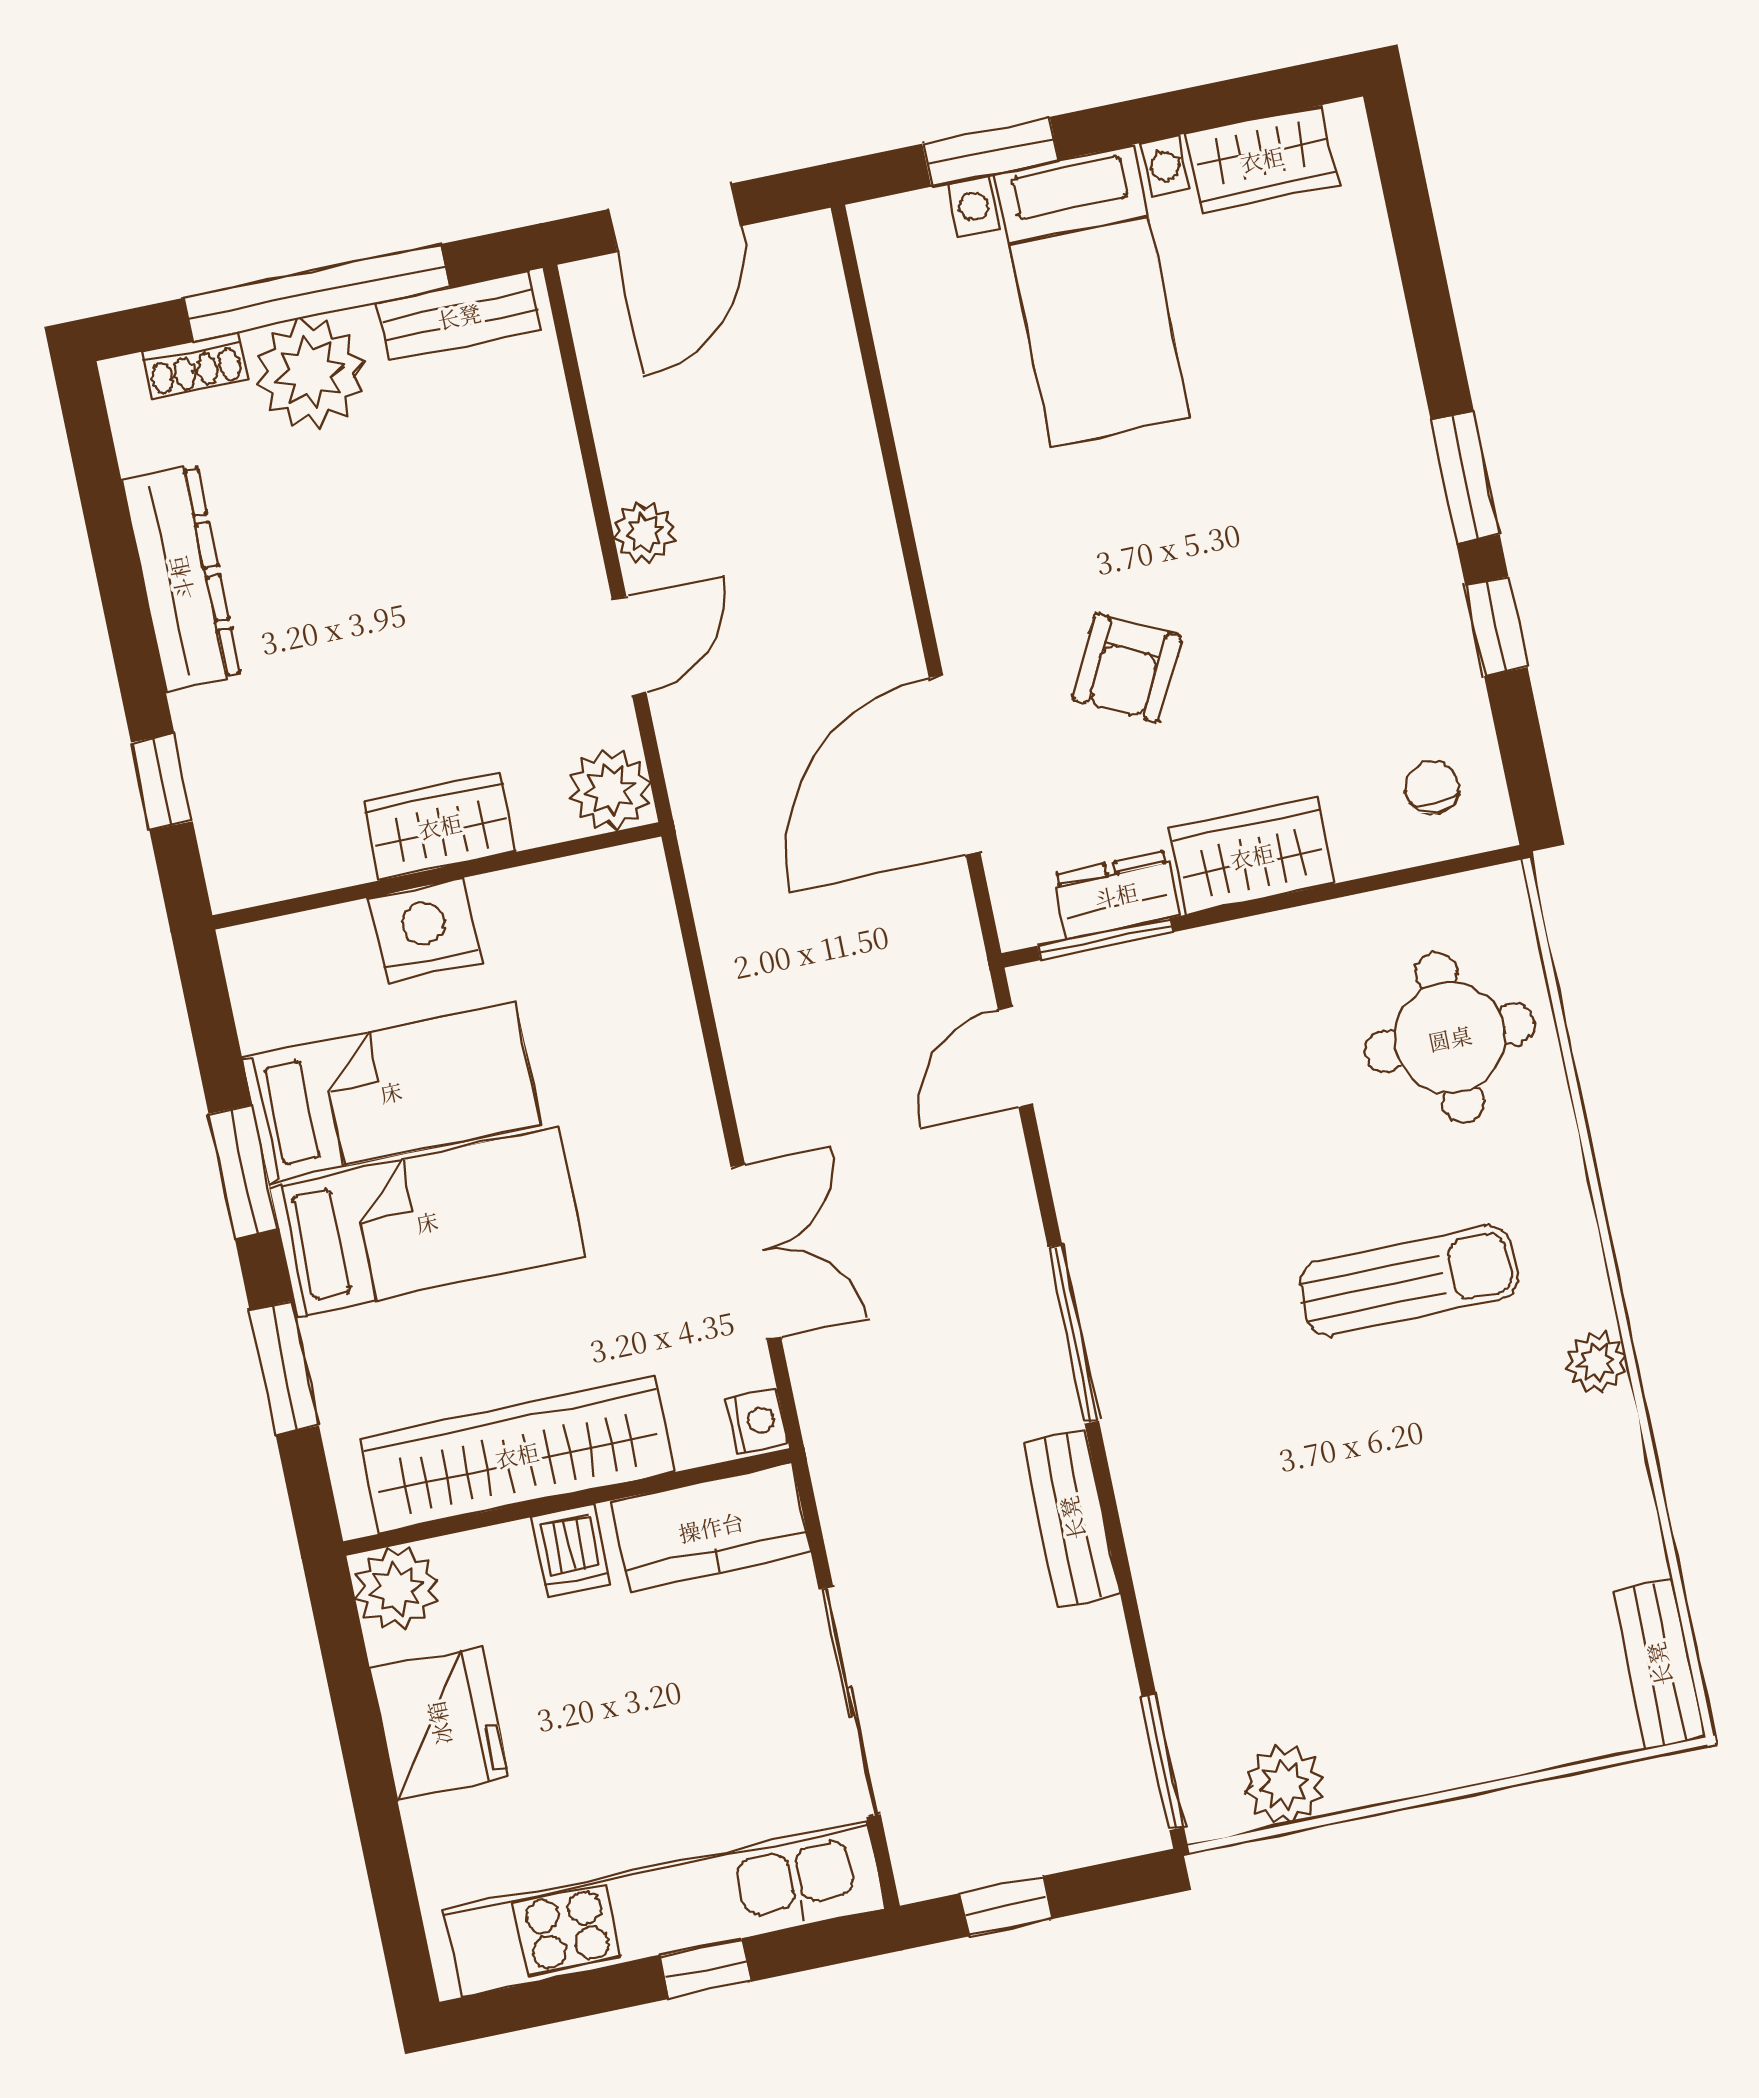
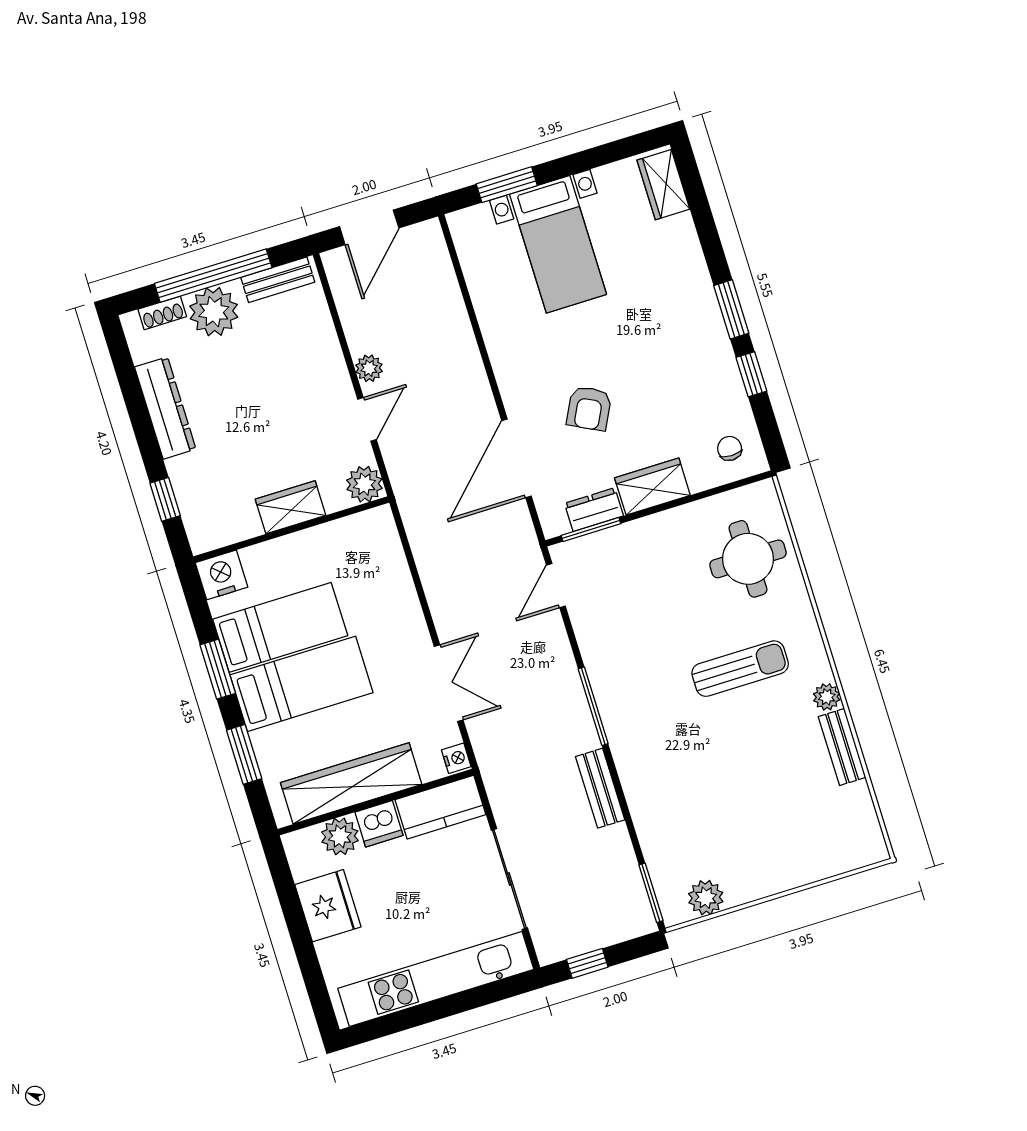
wardrobe: (1262, 159) -> (663, 185), moved, turned 90
nightstand: (425, 930) -> (222, 575), moved
dishwasher: (571, 1551) -> (379, 824), width x1.38
plant: (396, 1589) -> (340, 836), moved
bench: (1659, 1664) -> (842, 747), moved
window: (706, 1969) -> (456, 1004), removed

